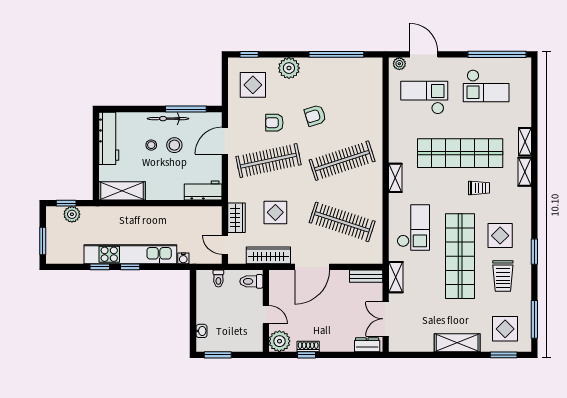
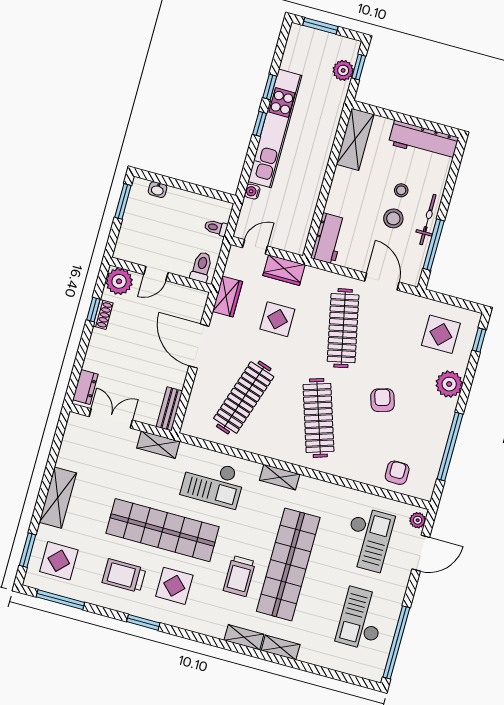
armchair: (274, 123) -> (397, 473), moved
trolley: (479, 188) -> (239, 576), width x1.36, depth x1.39
wardrobe: (268, 255) -> (227, 296), width x0.67

